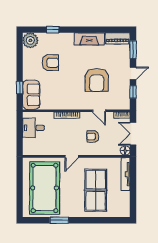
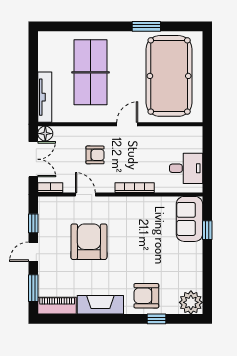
armchair: (50, 63) -> (146, 296), moved

